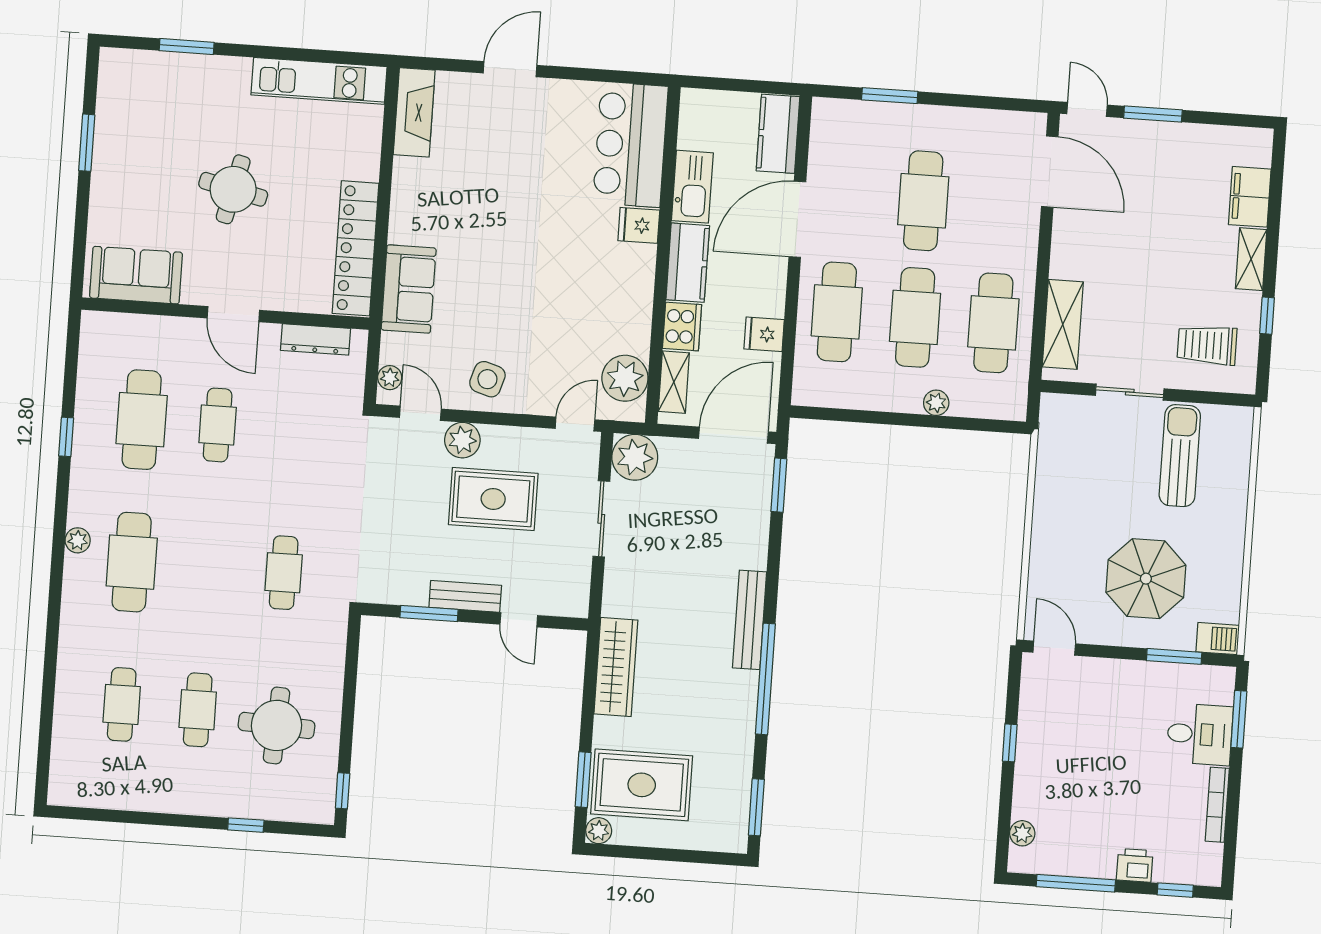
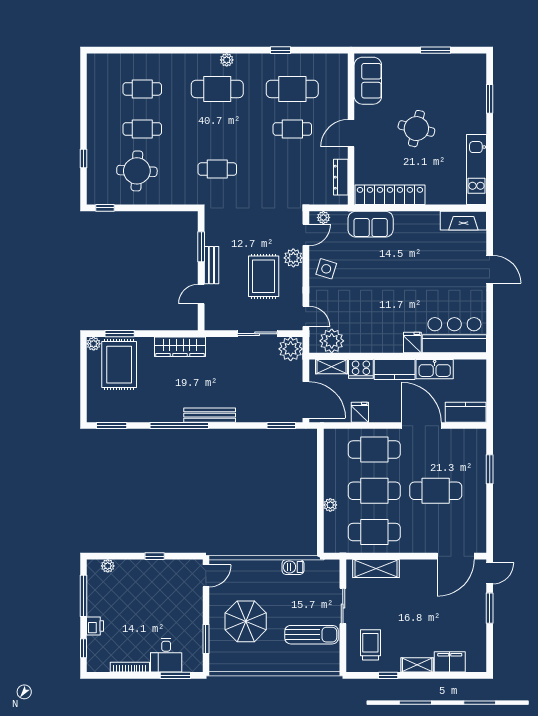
barbecue: (1218, 639) -> (293, 567), moved, turned 90

